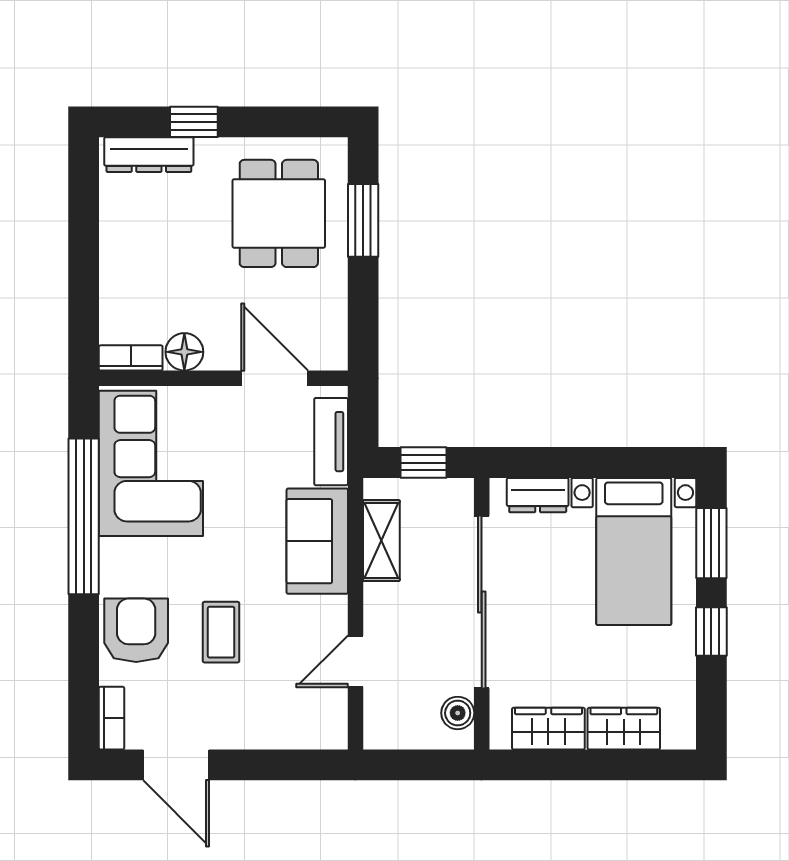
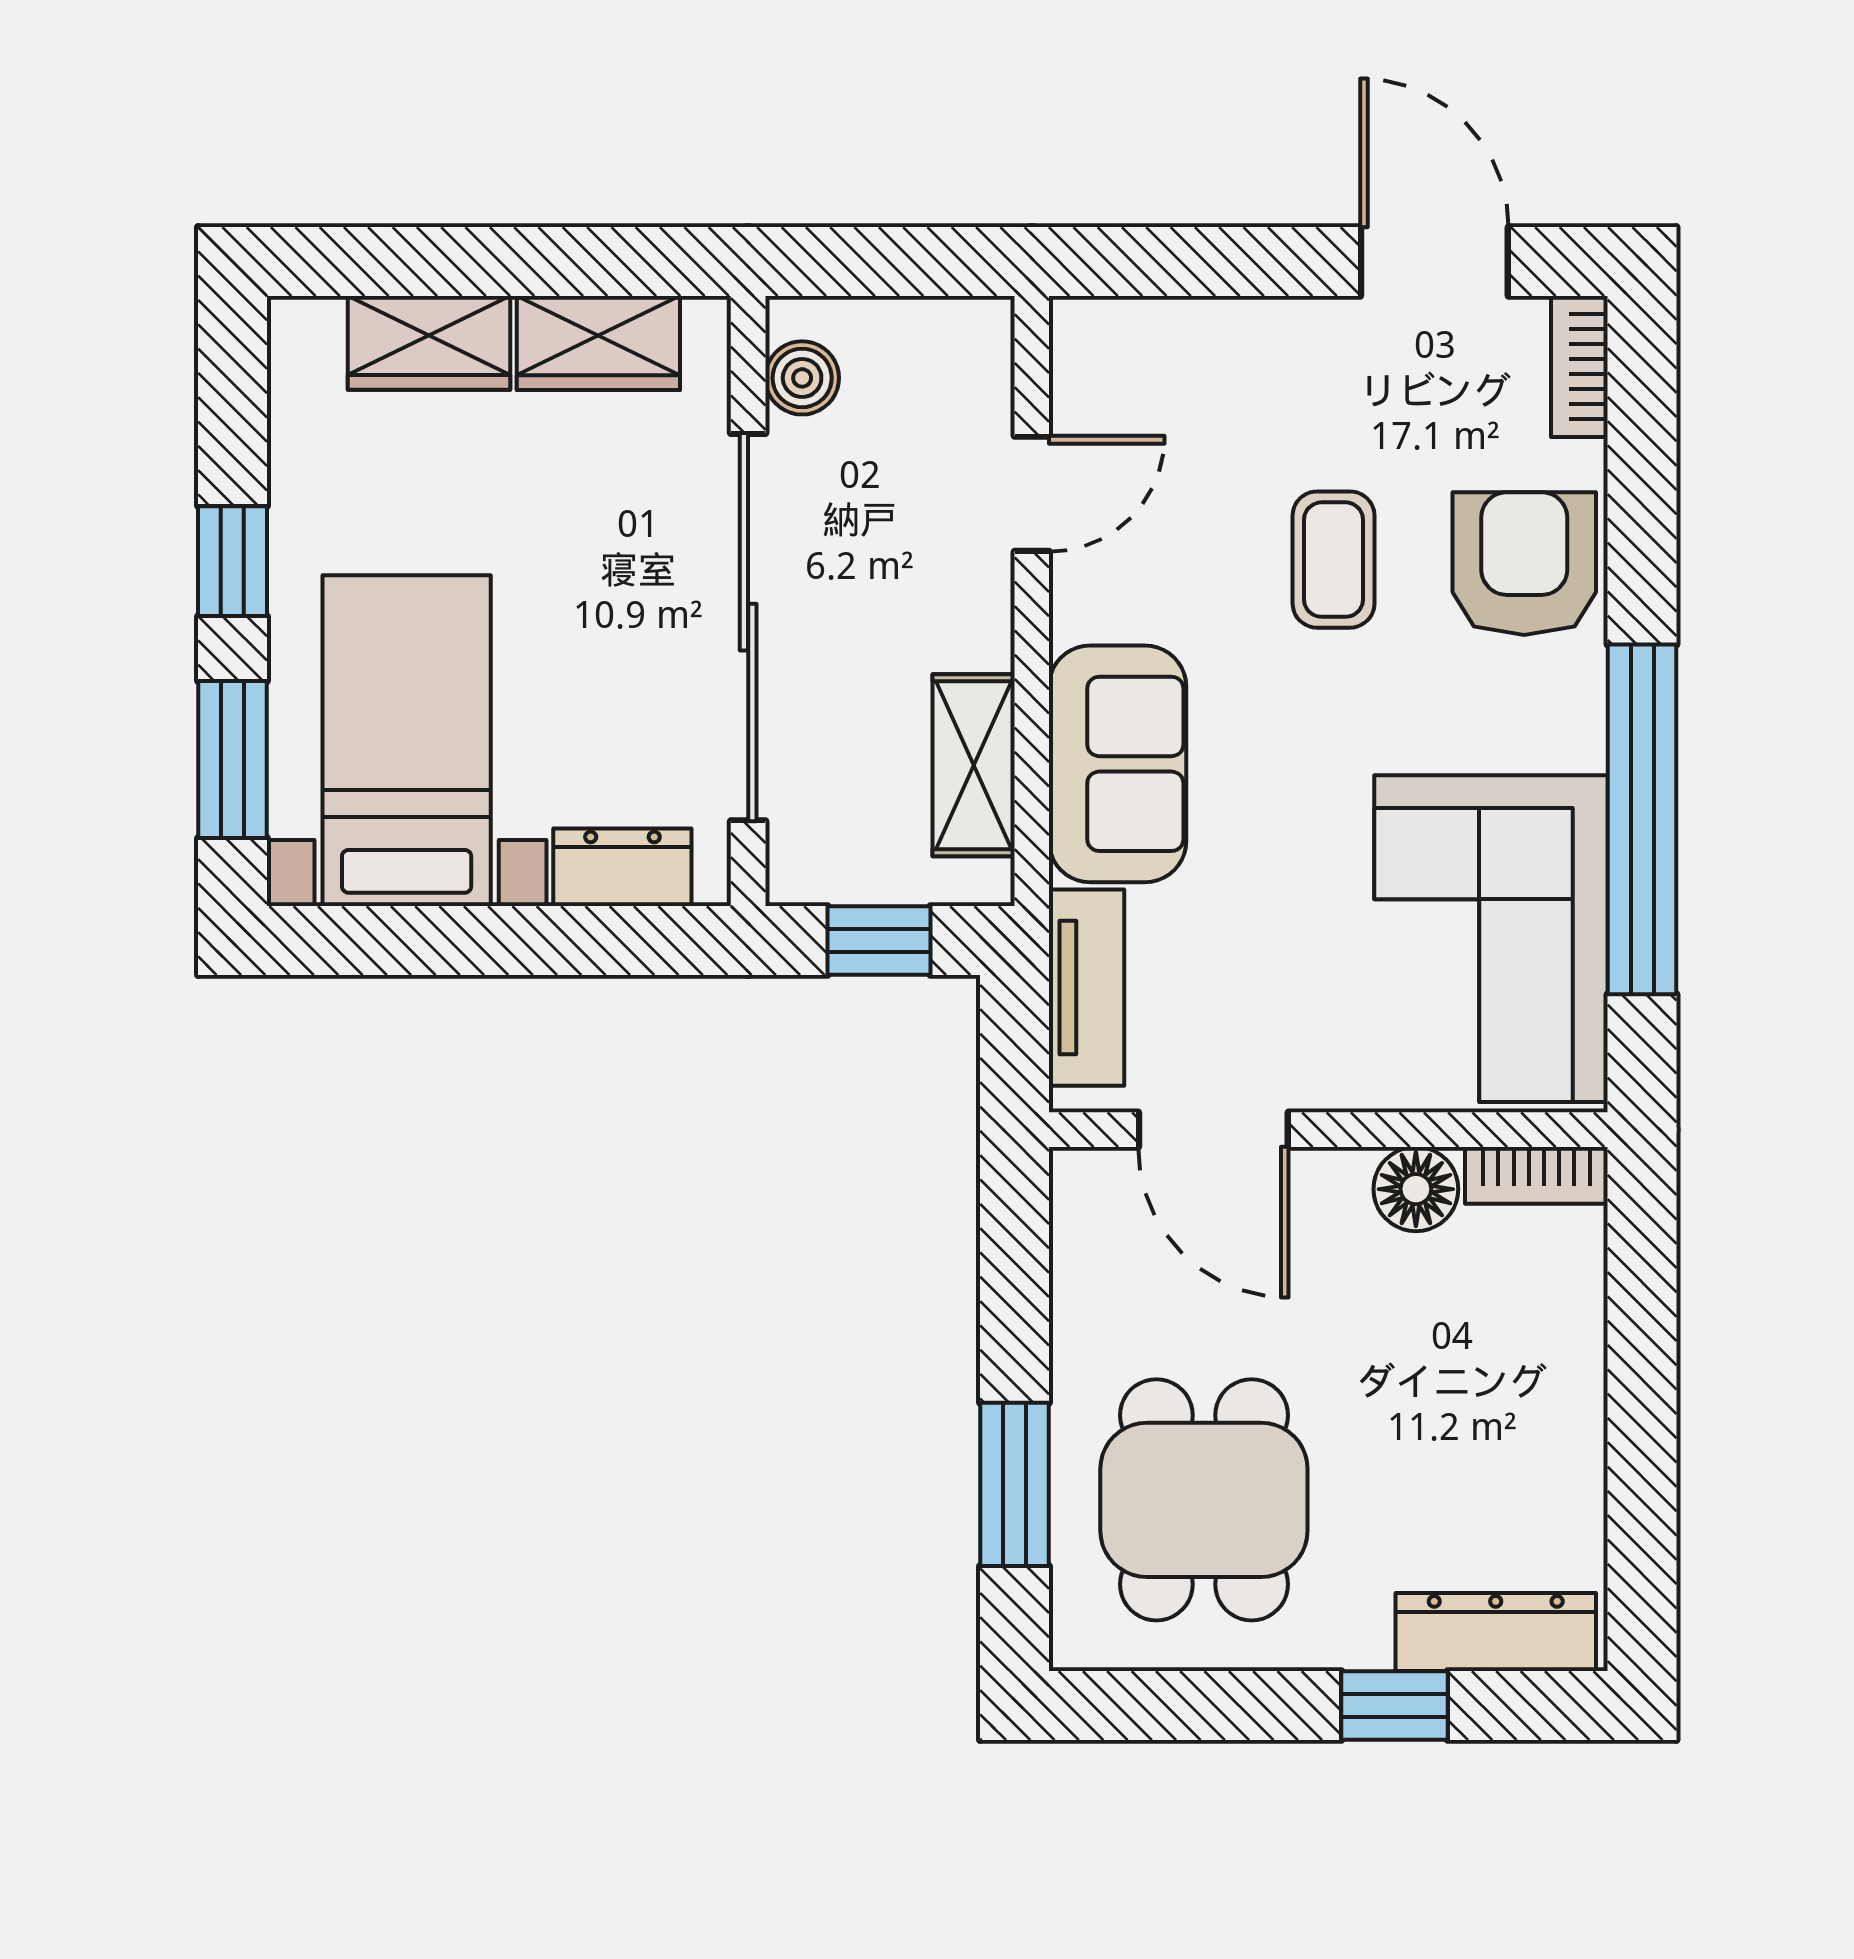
armchair: (136, 630) -> (1524, 564), turned 180

